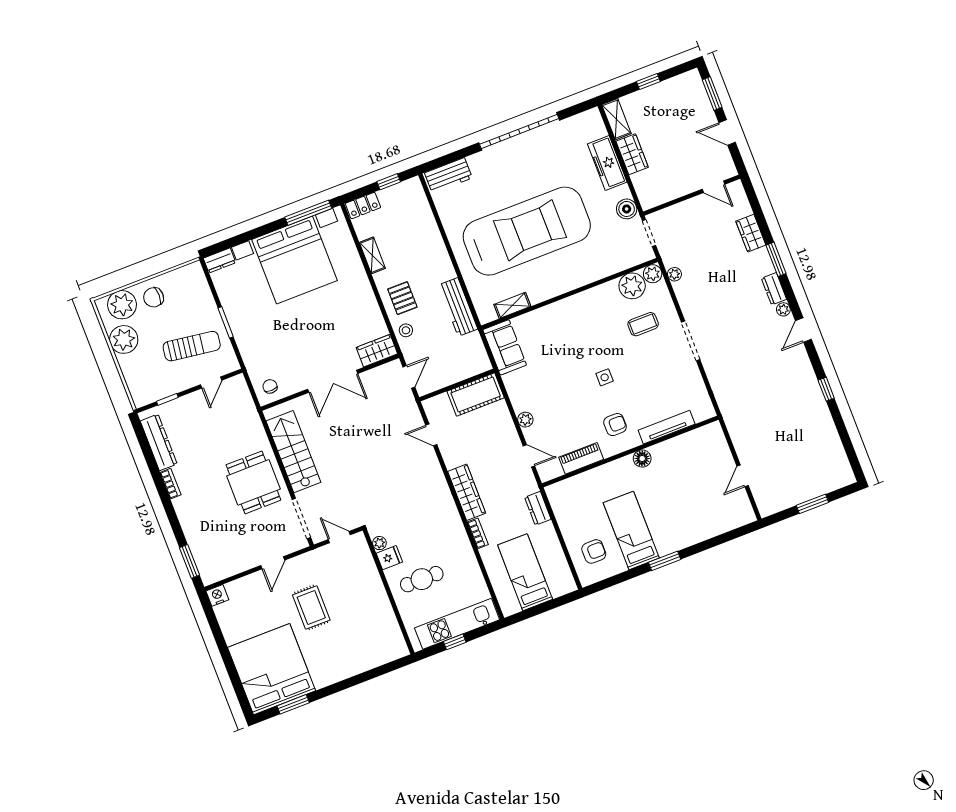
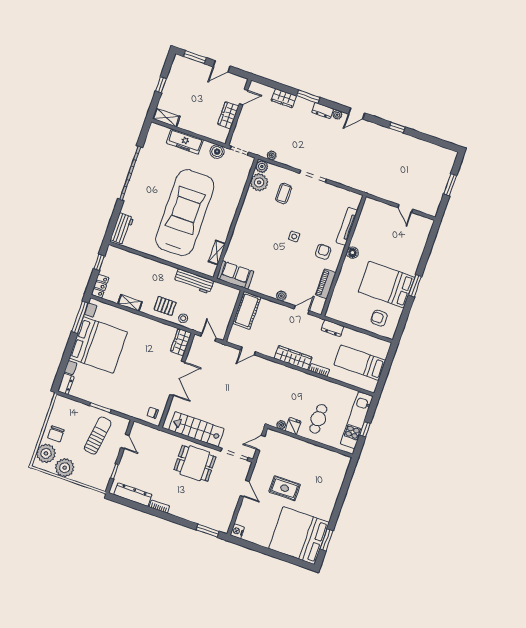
wardrobe: (632, 154) -> (228, 115), moved, turned -90
door: (803, 330) -> (357, 113), hinge flipped
bed: (631, 530) -> (386, 285), width x1.50
armchair: (594, 551) -> (379, 318), turned -90

